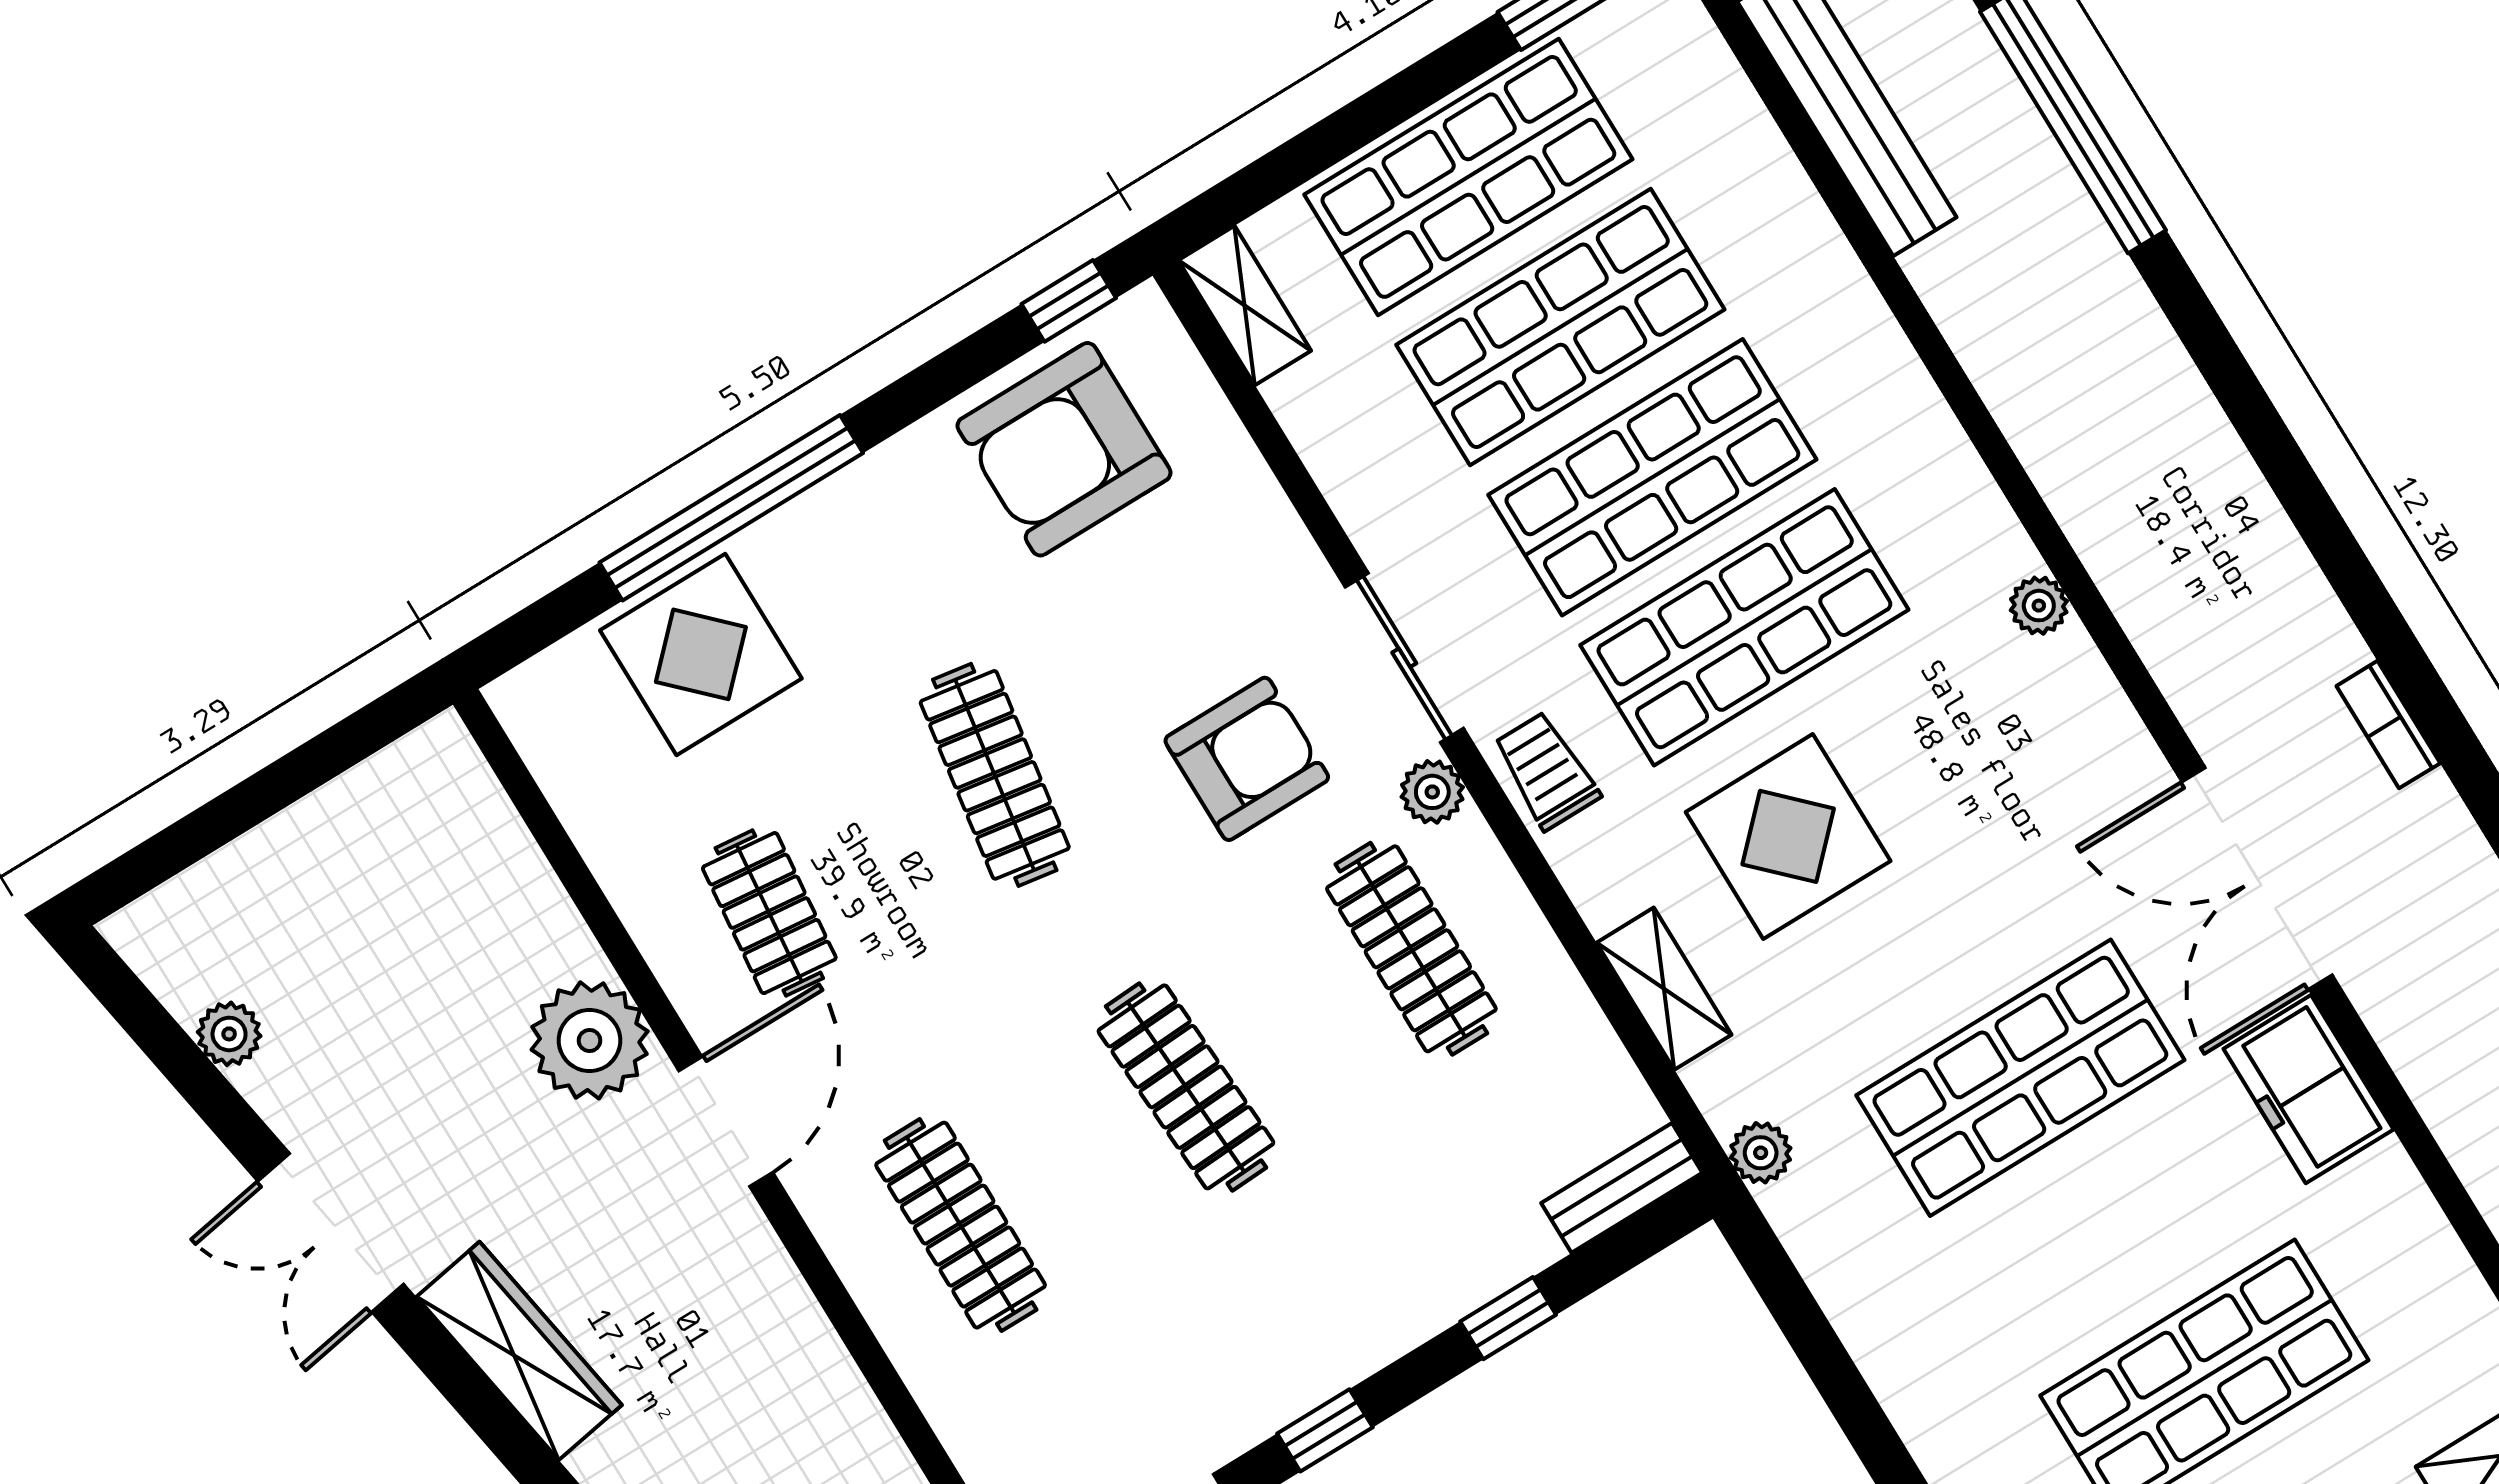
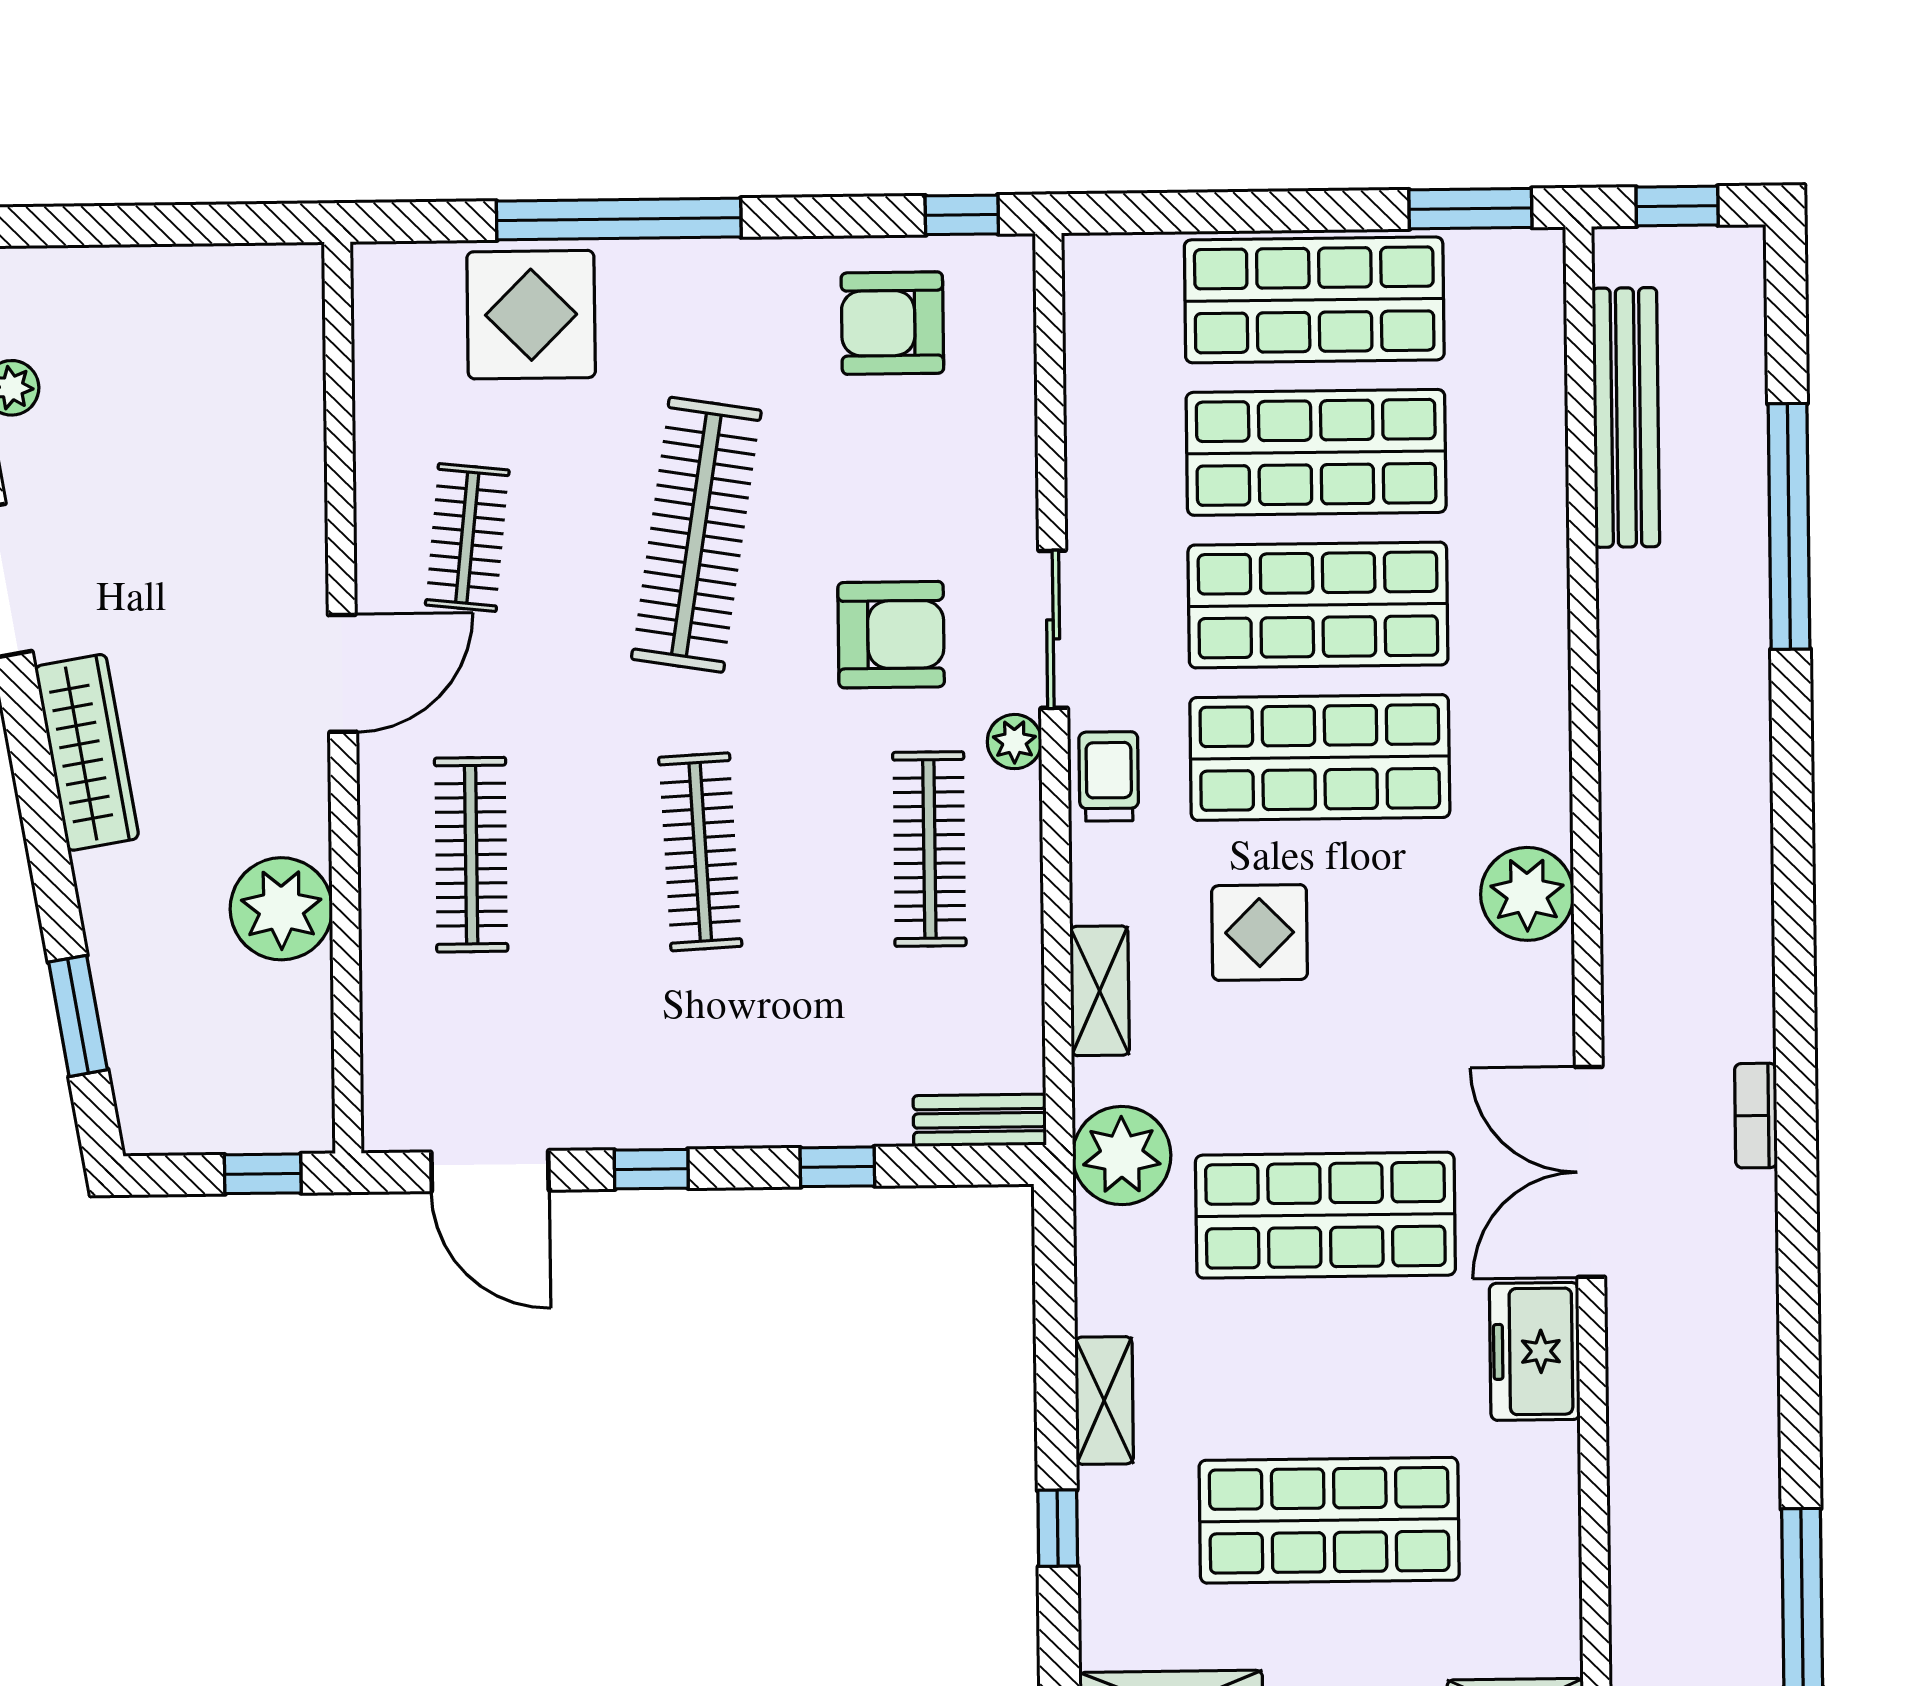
shelving: (1245, 306) -> (1104, 1400), moved
armchair: (1064, 449) -> (892, 323), width x0.73, depth x0.73
plant: (2039, 606) -> (1527, 894), width x1.88, depth x1.88
clothes rail: (995, 775) -> (696, 535), width x1.37, depth x1.31
display table: (1788, 836) -> (1260, 933), width x0.73, depth x0.73
plant: (590, 1040) -> (281, 909), moved
plant: (1761, 1153) -> (1122, 1156), width x1.87, depth x1.87

